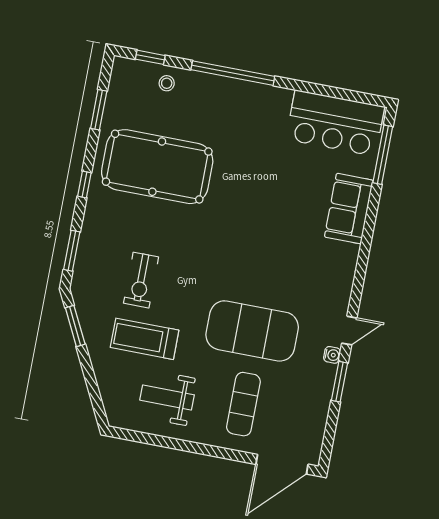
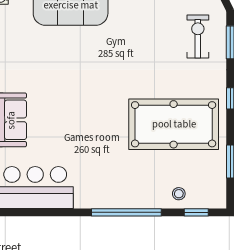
exercise bike: (141, 280) -> (198, 37), moved

